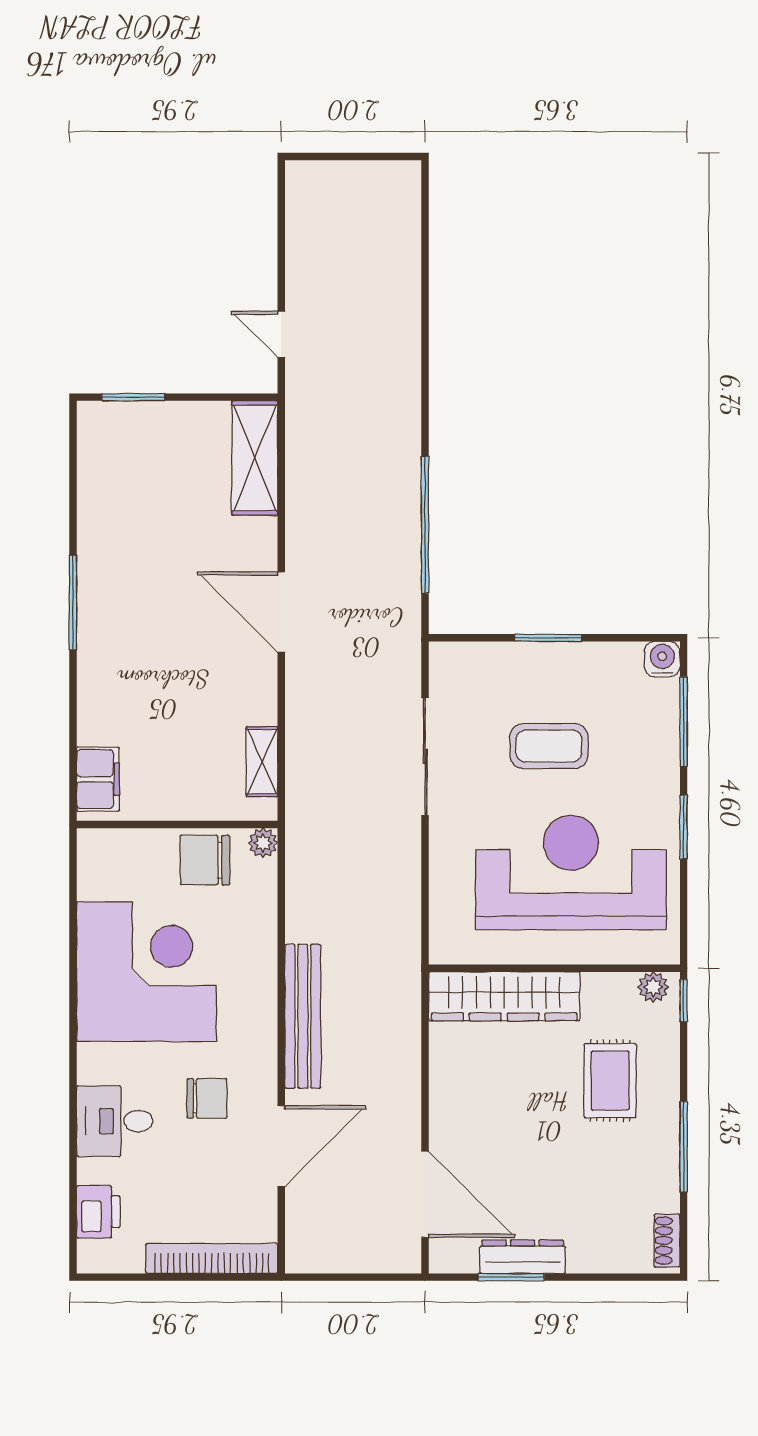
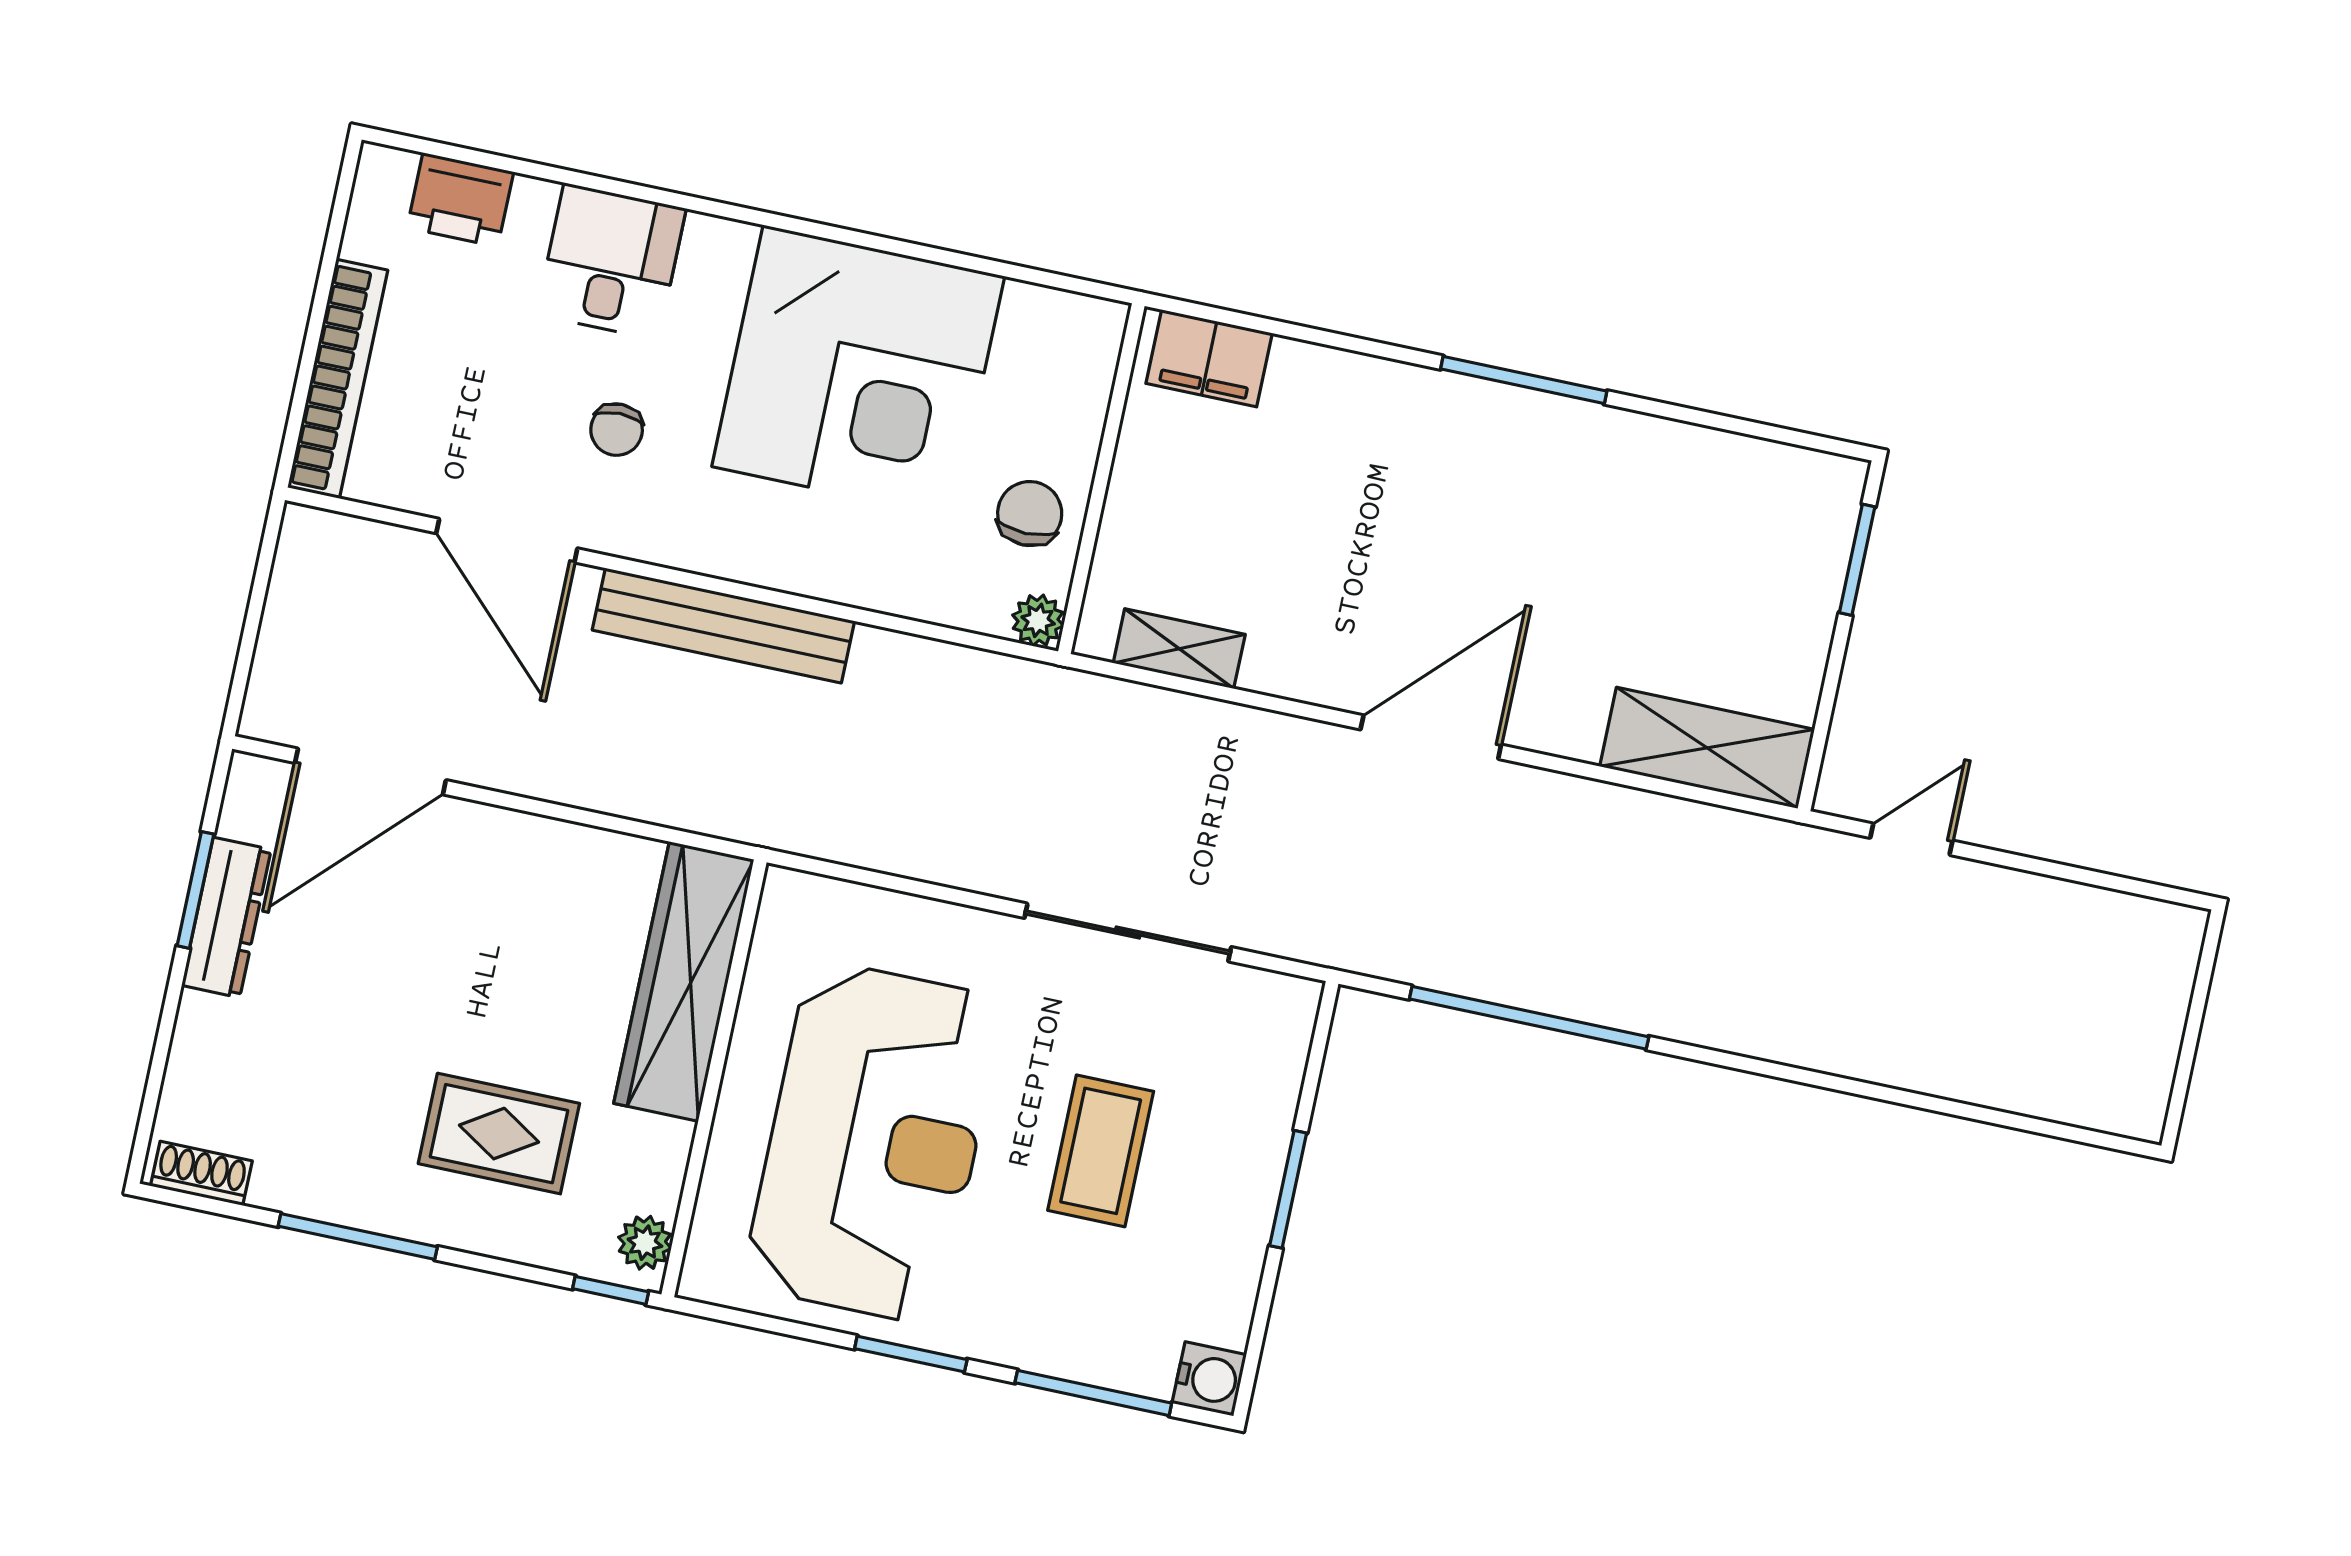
chair: (205, 860) -> (1030, 514), width x0.73, depth x0.73
chair: (207, 1098) -> (617, 430), width x0.73, depth x0.73

